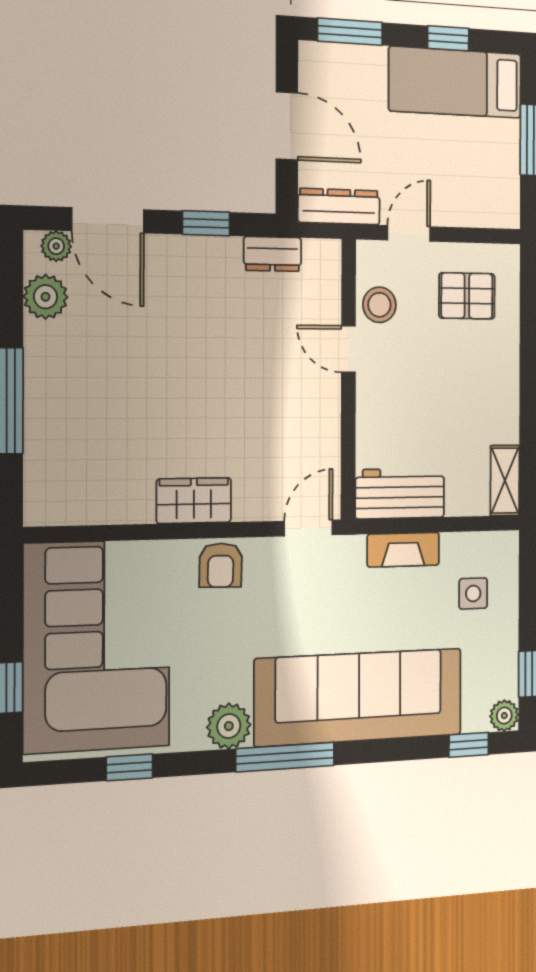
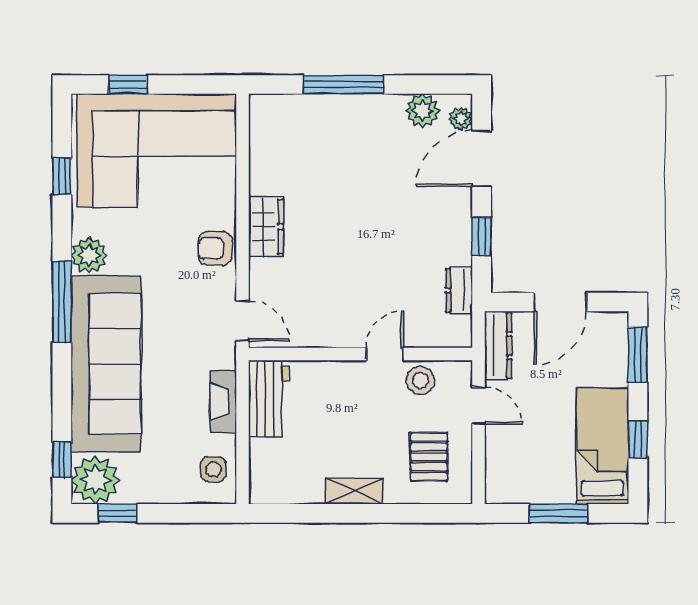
shelving: (505, 481) -> (354, 491), moved
side table: (473, 593) -> (213, 469), moved
plant: (504, 716) -> (95, 480), width x1.87, depth x1.87

